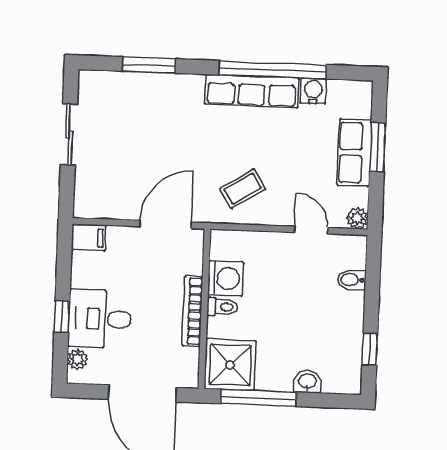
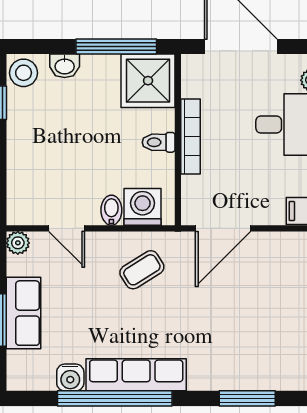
washing machine: (226, 278) -> (143, 207), moved, turned 90
bidet: (352, 280) -> (111, 210), moved, turned -90
stool: (346, 377) -> (24, 73), added

